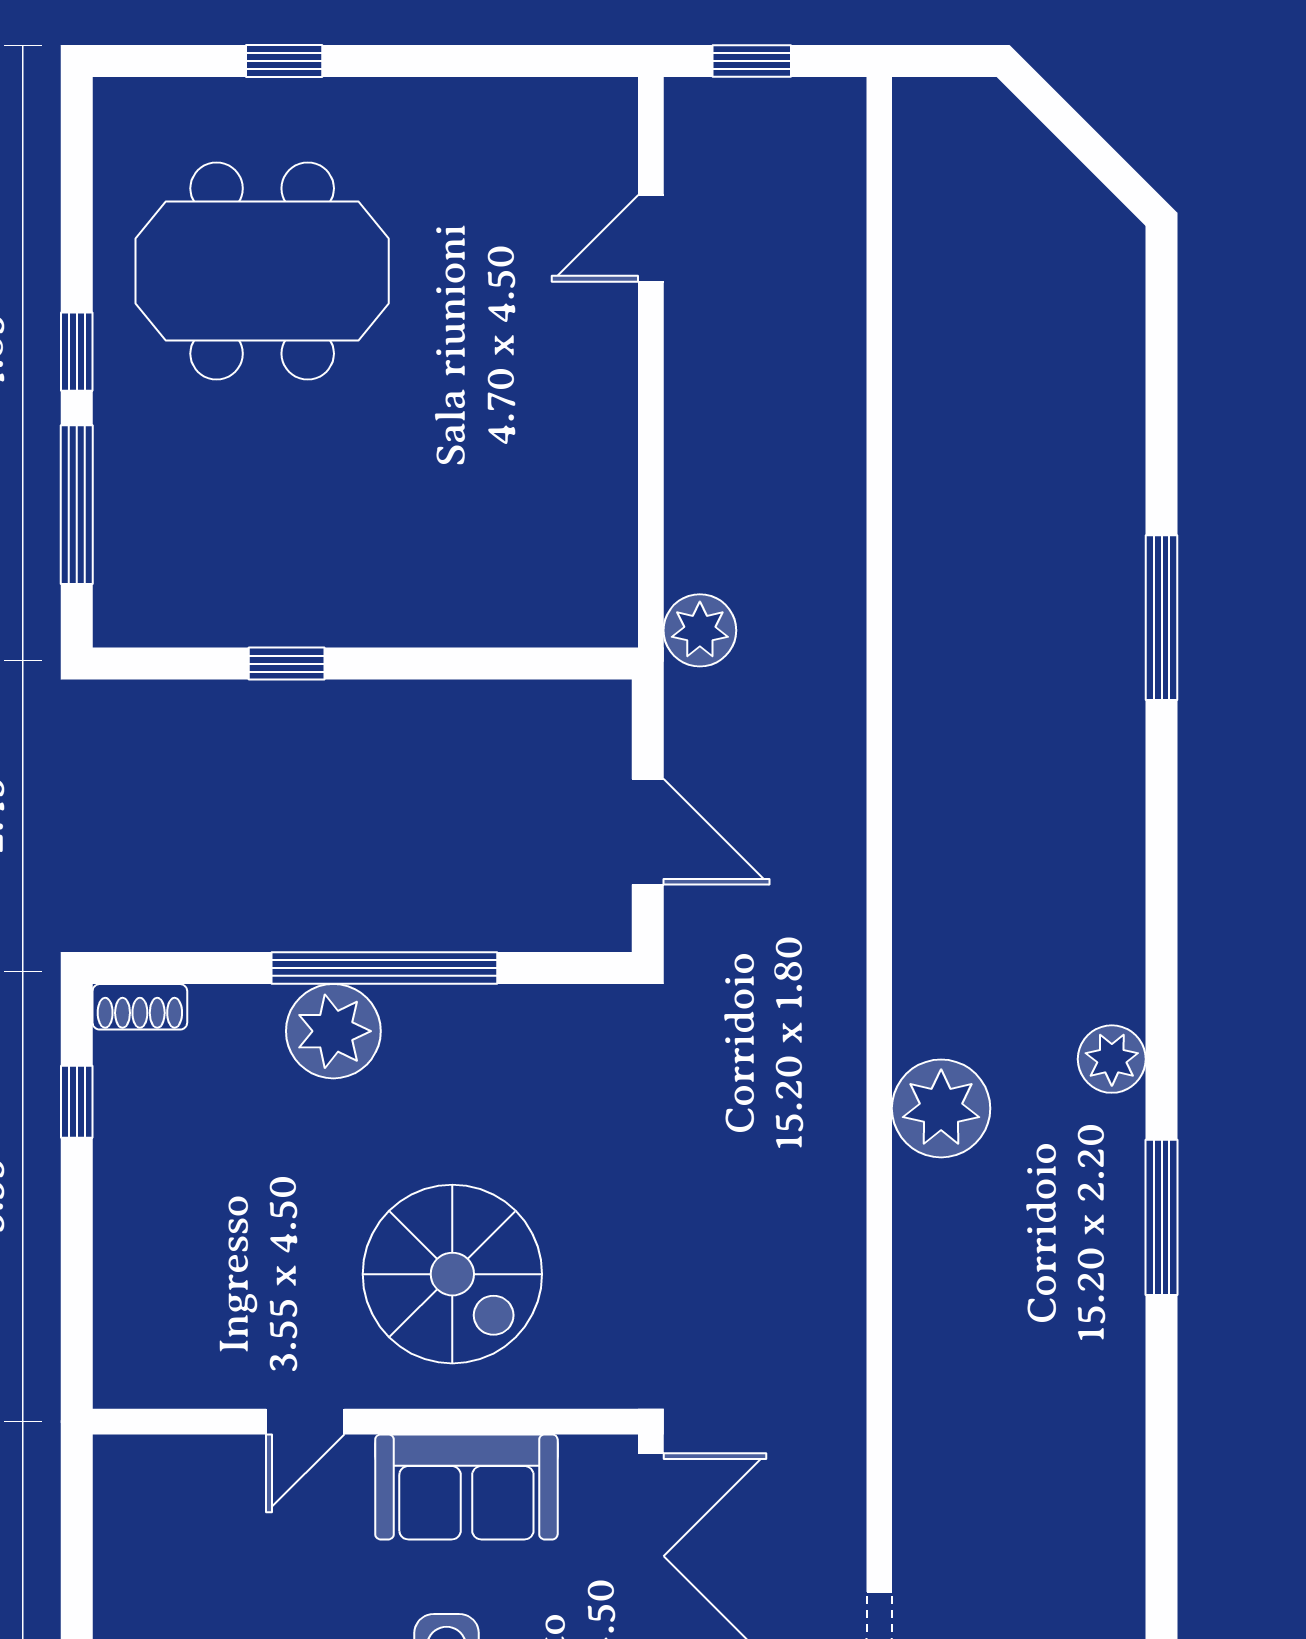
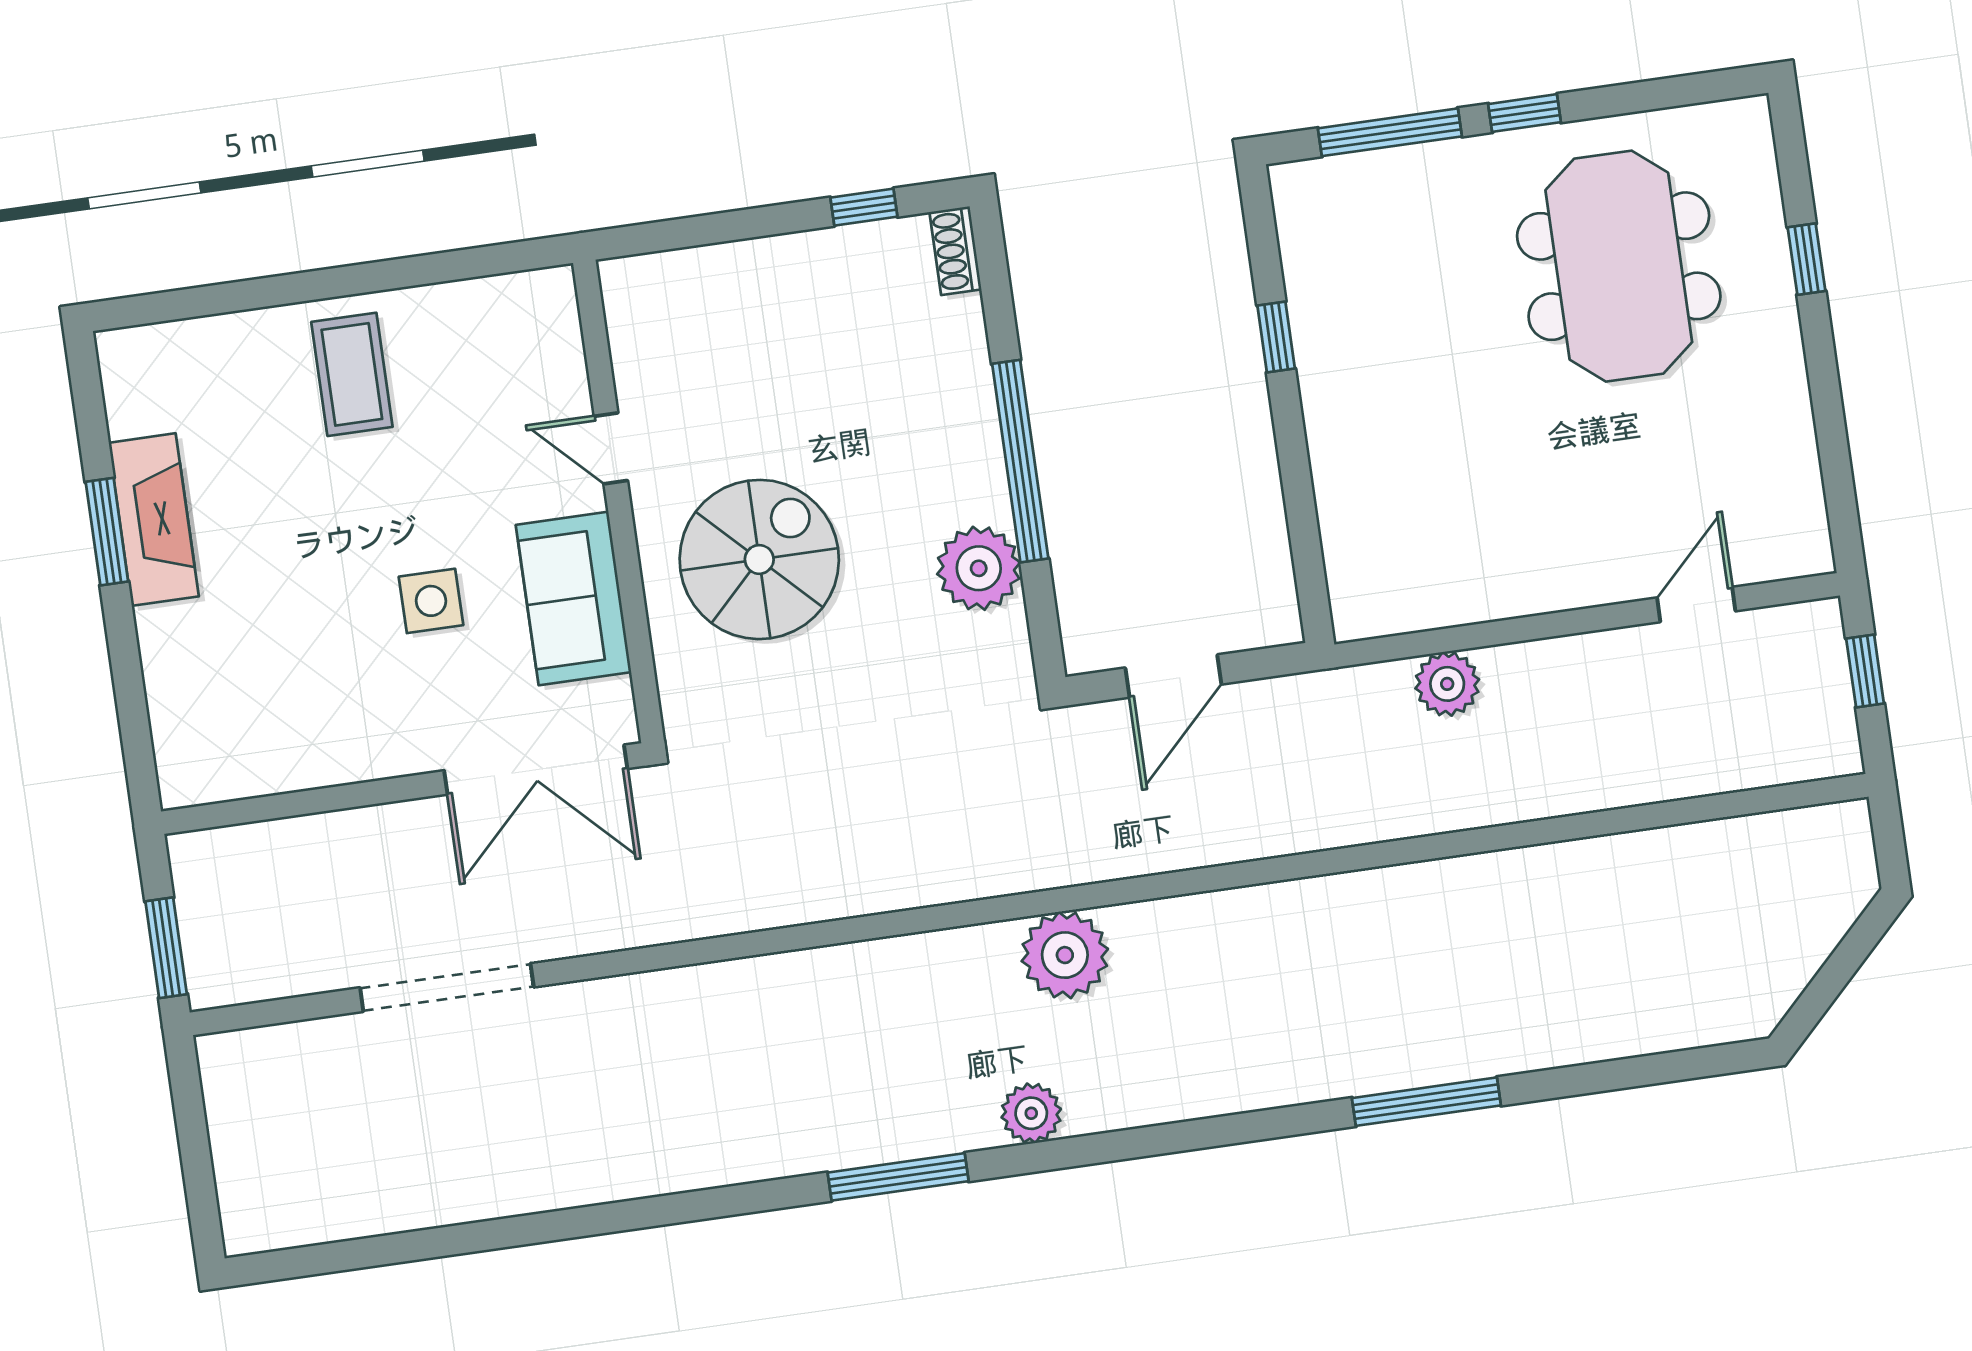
door: (651, 238) -> (1696, 604), hinge flipped
plant: (700, 630) -> (1447, 684), moved
plant: (333, 1031) -> (979, 568), moved
plant: (941, 1108) -> (1065, 955), moved
spiral stairs: (452, 1274) -> (759, 559), turned 180

